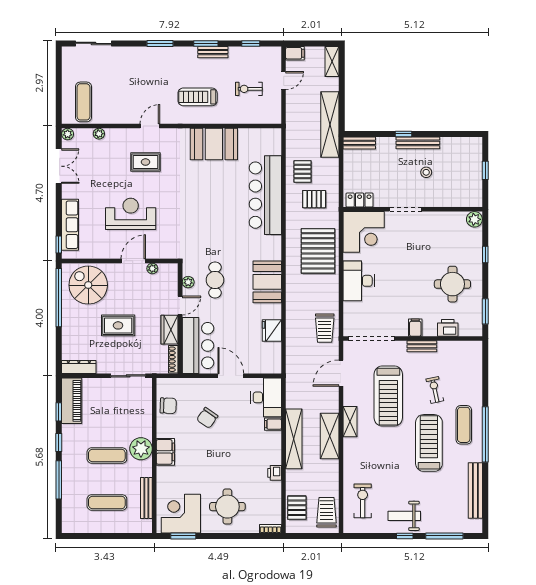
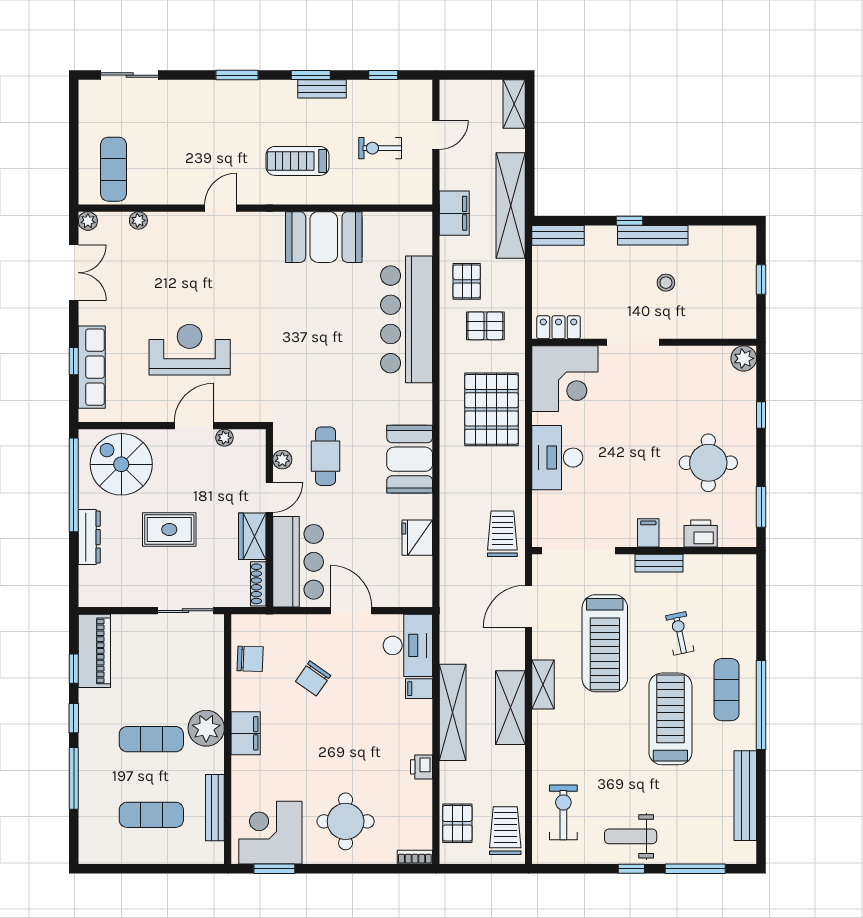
filing cabinet: (295, 53) -> (454, 213), moved, width x2.00
rug: (145, 162) -> (213, 266), removed
window: (59, 244) -> (74, 361), moved
trolley: (325, 328) -> (502, 534), turned 180
dresser: (79, 367) -> (89, 537), moved, turned 90

